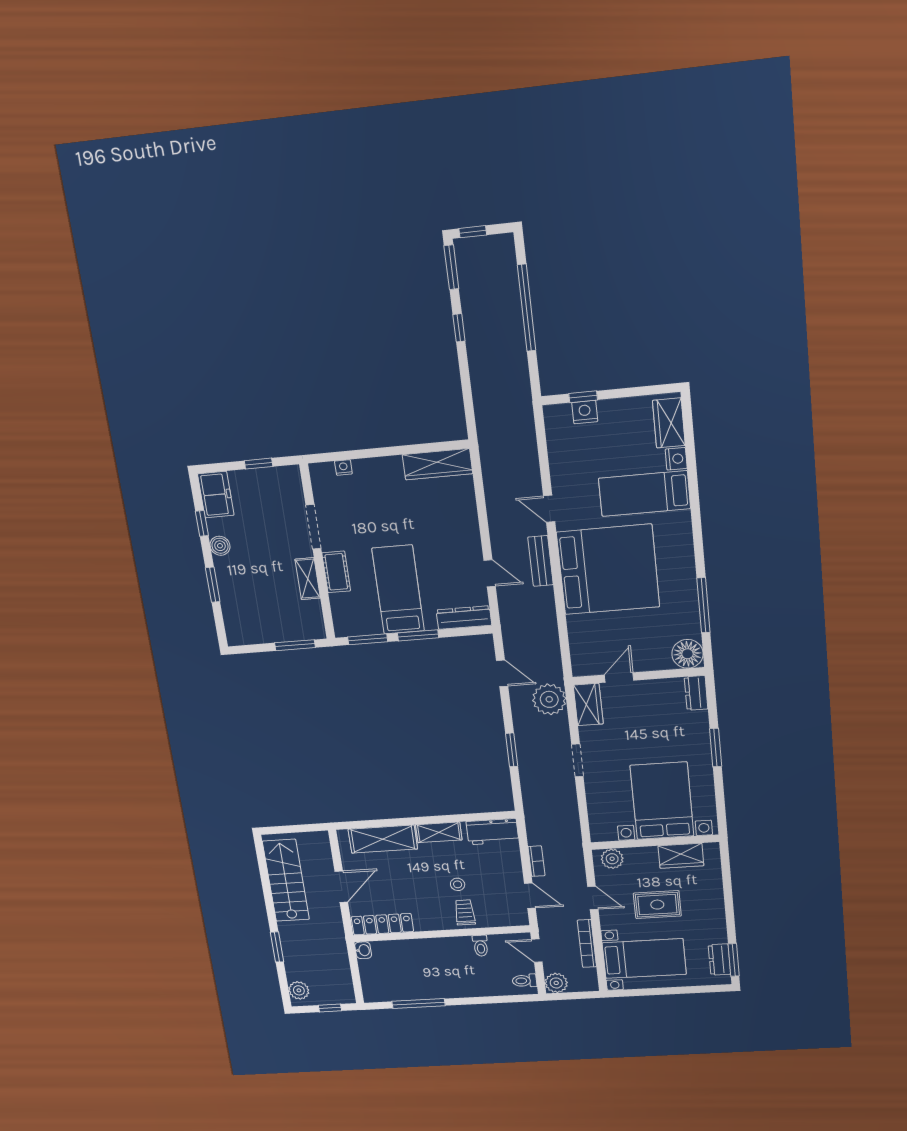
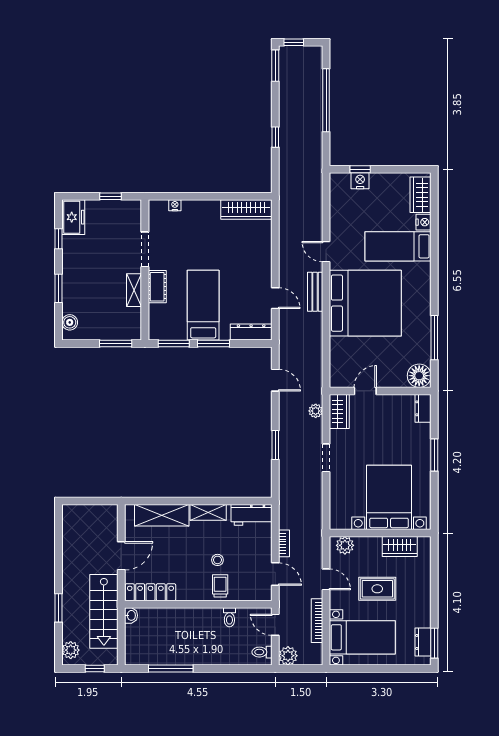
window: (459, 328) -> (275, 137), moved
boiler: (220, 546) -> (70, 322), moved
plant: (549, 699) -> (316, 411), width x0.53, depth x0.53
stairs: (286, 880) -> (104, 611), moved, turned 180

